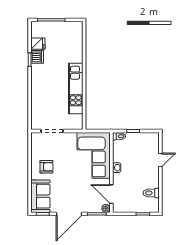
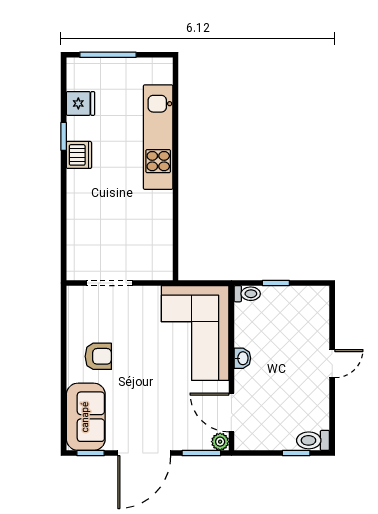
dishwasher: (37, 57) -> (79, 155), moved
kitchen unit: (76, 88) -> (158, 137), moved
door: (160, 160) -> (332, 364), moved
toilet: (151, 193) -> (313, 440), moved

